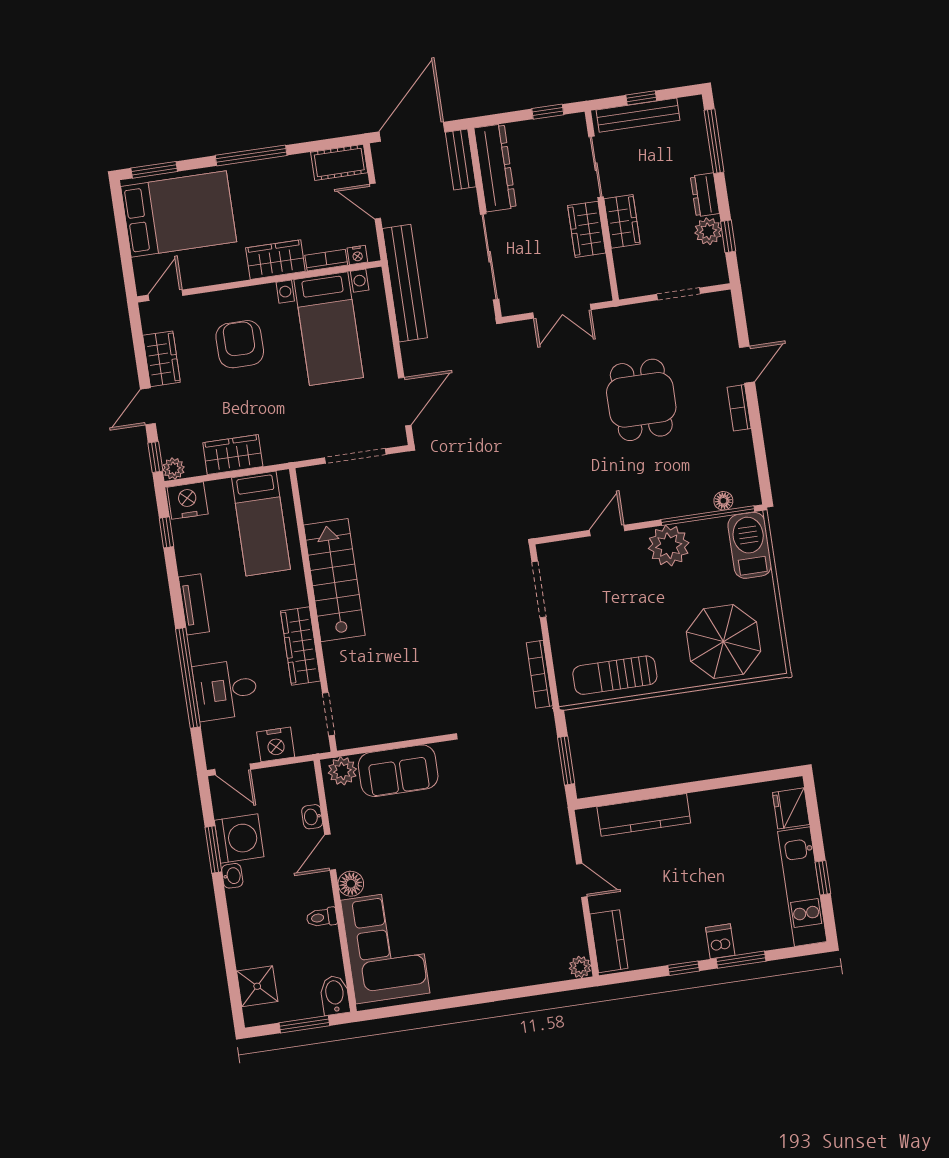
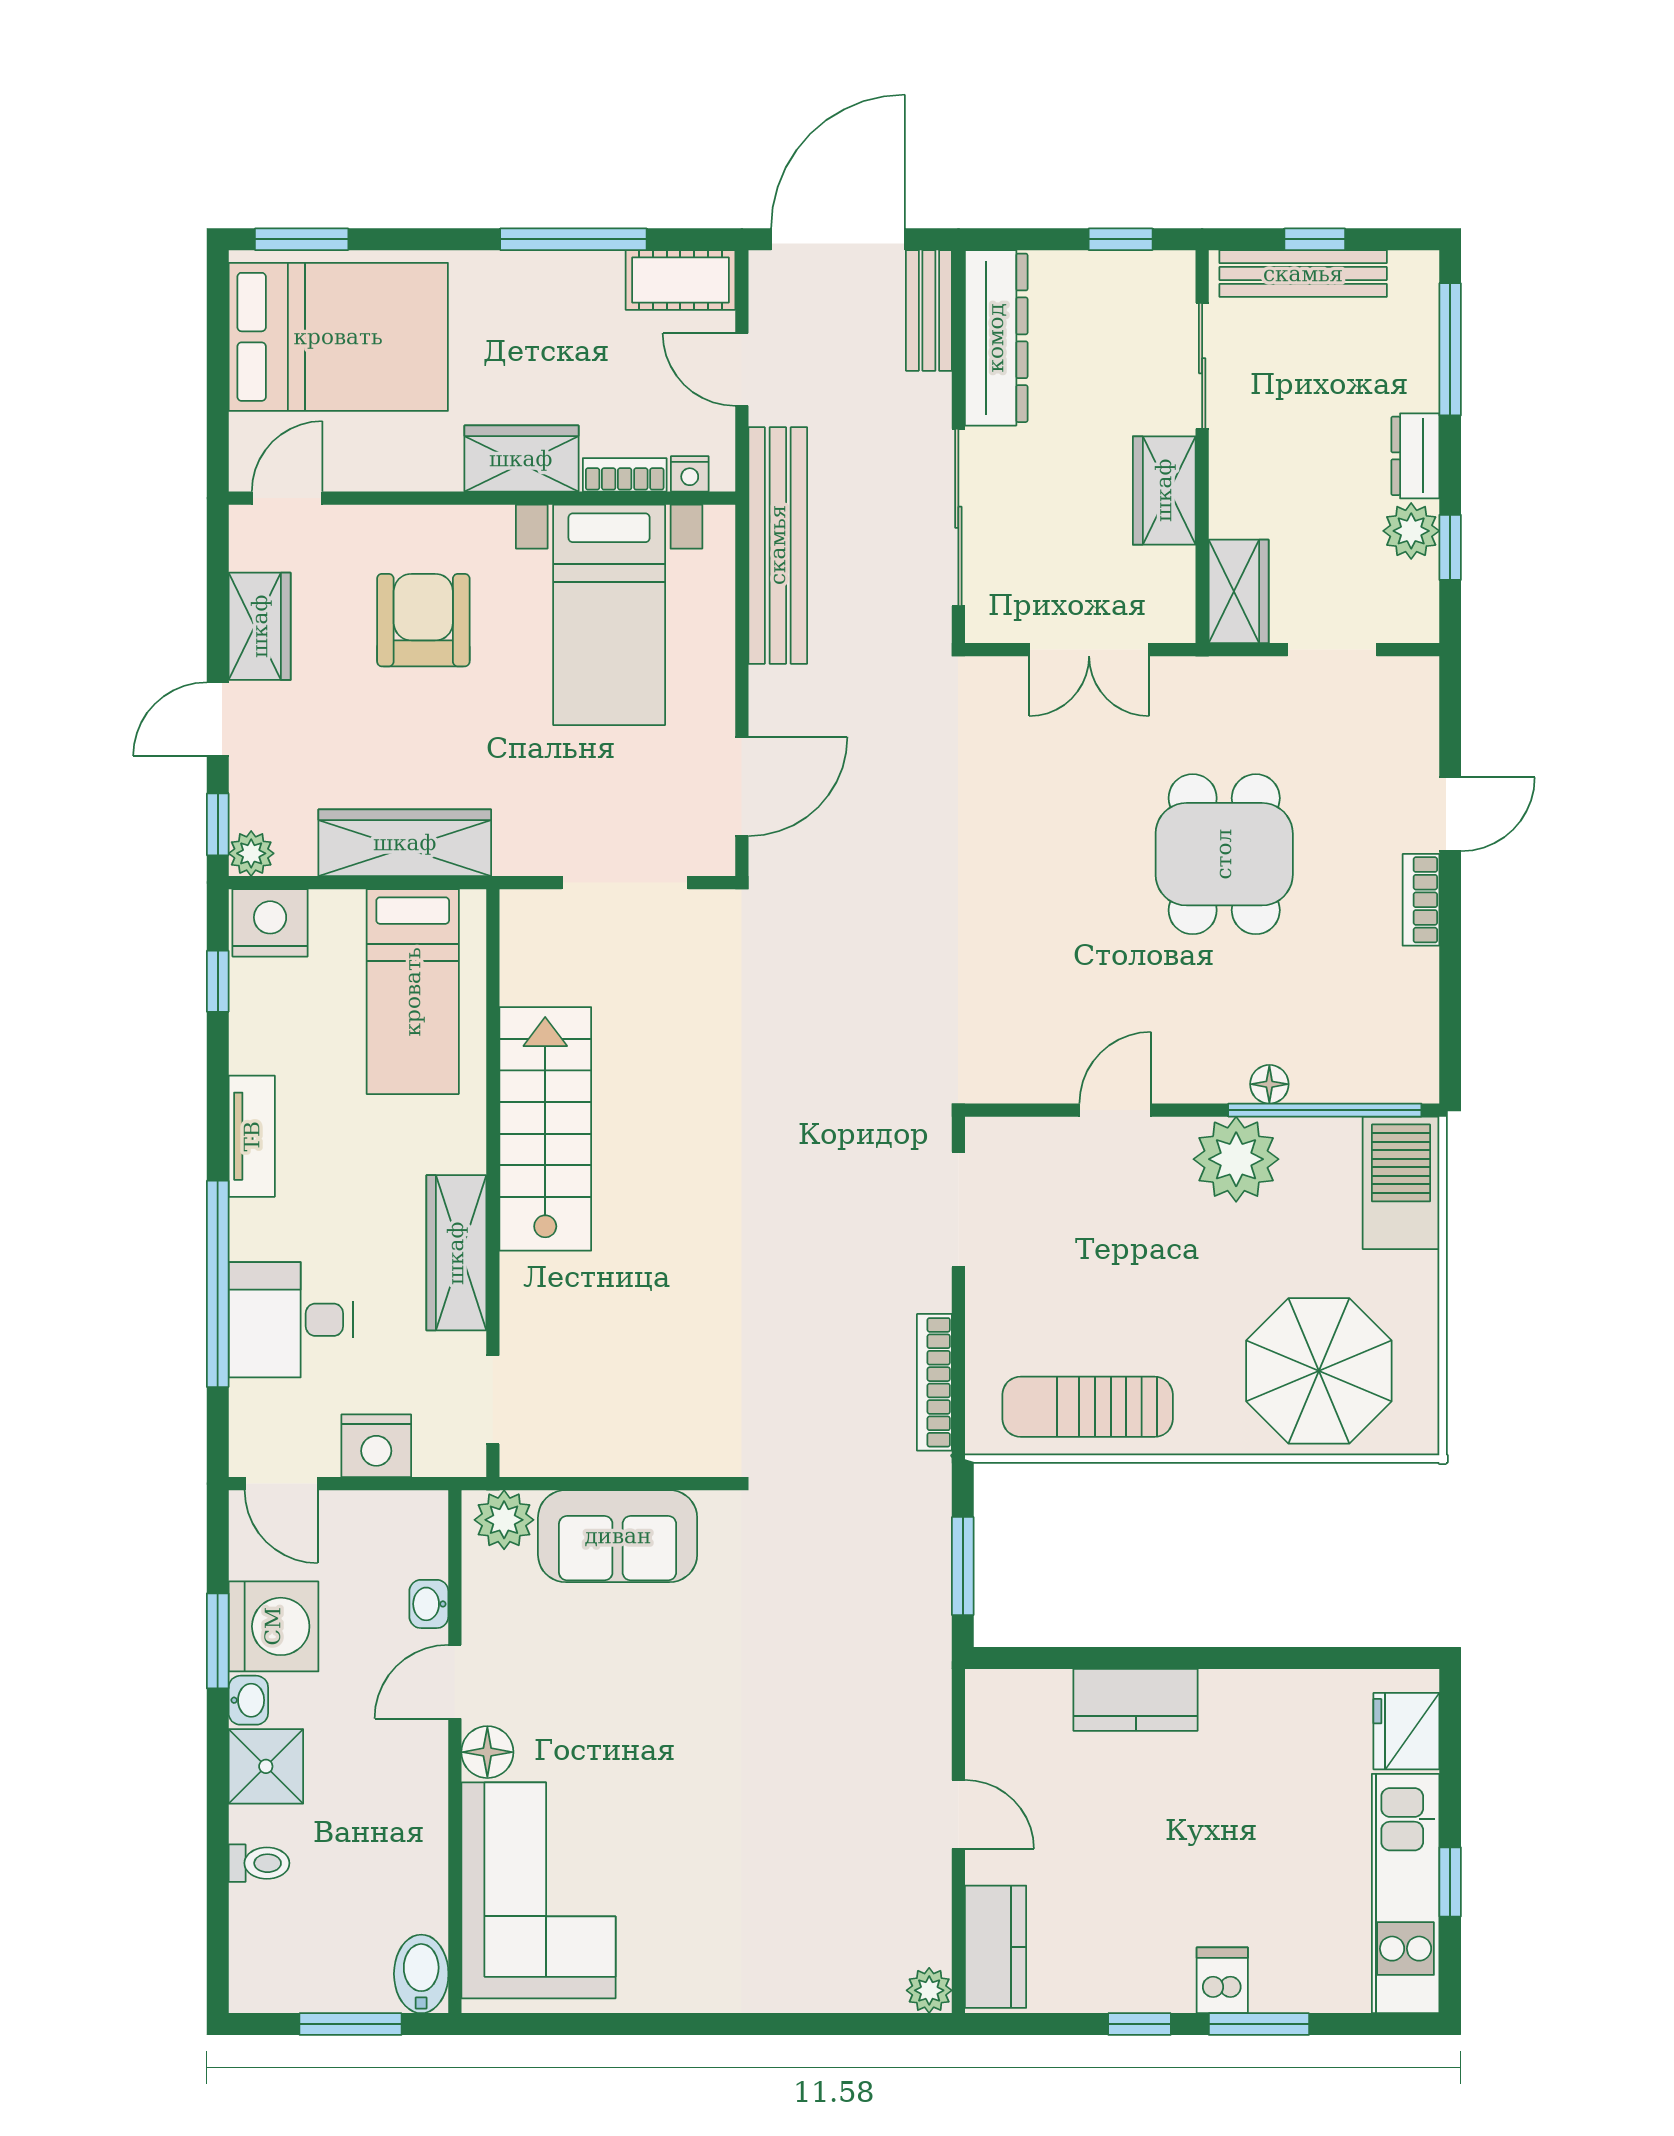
window: (251, 155) -> (573, 239), moved
wardrobe: (622, 221) -> (1239, 591), moved
wardrobe: (233, 455) -> (405, 843), width x1.50
floor lamp: (723, 501) -> (1269, 1084), moved
kitchen counter: (644, 815) -> (1136, 1700), width x0.67
toilet: (322, 917) -> (259, 1863), moved, turned 180
shower: (257, 986) -> (266, 1766), moved

